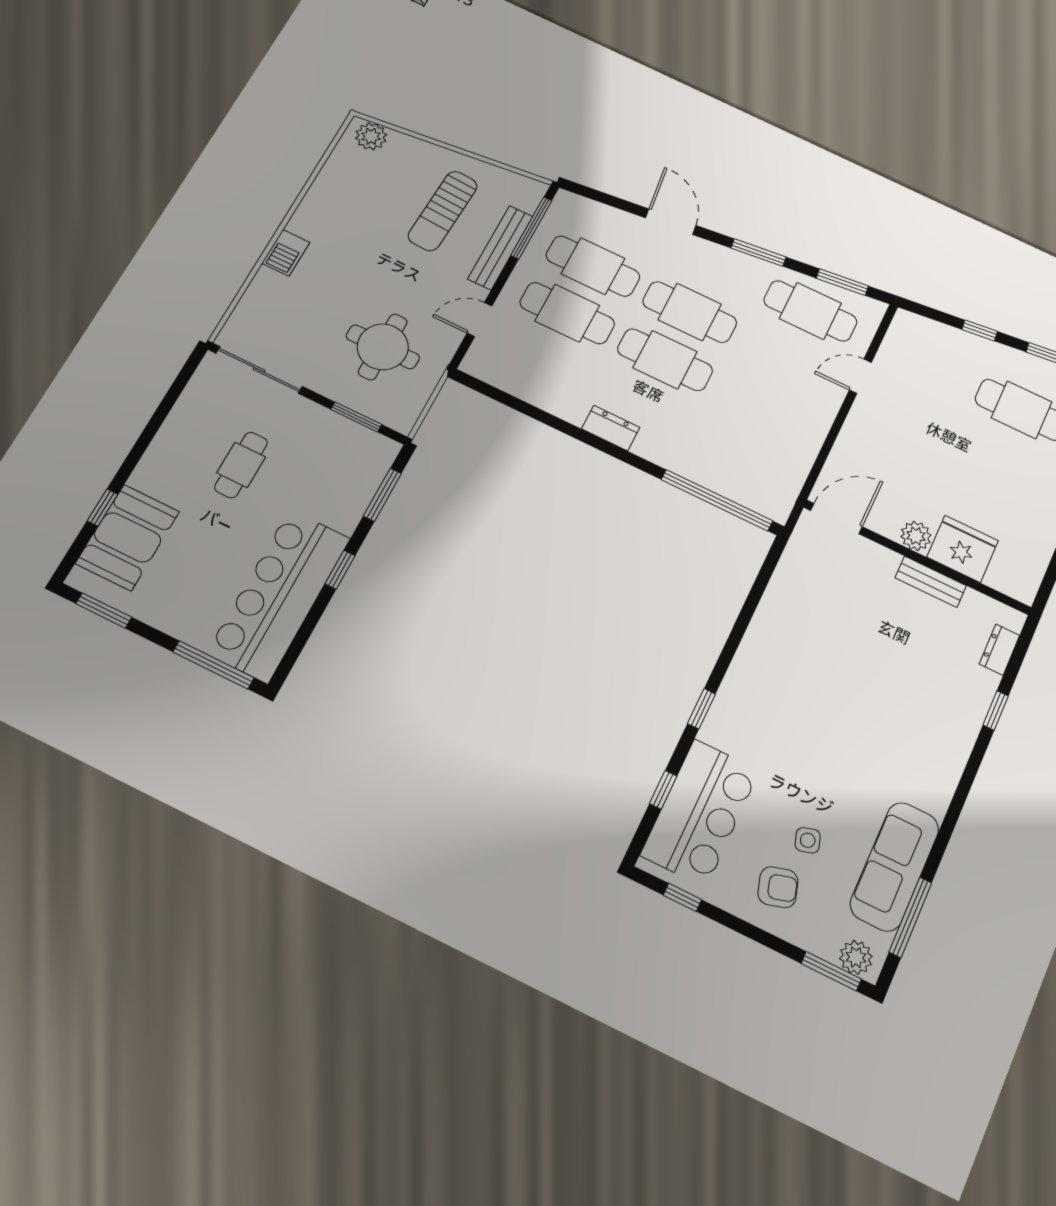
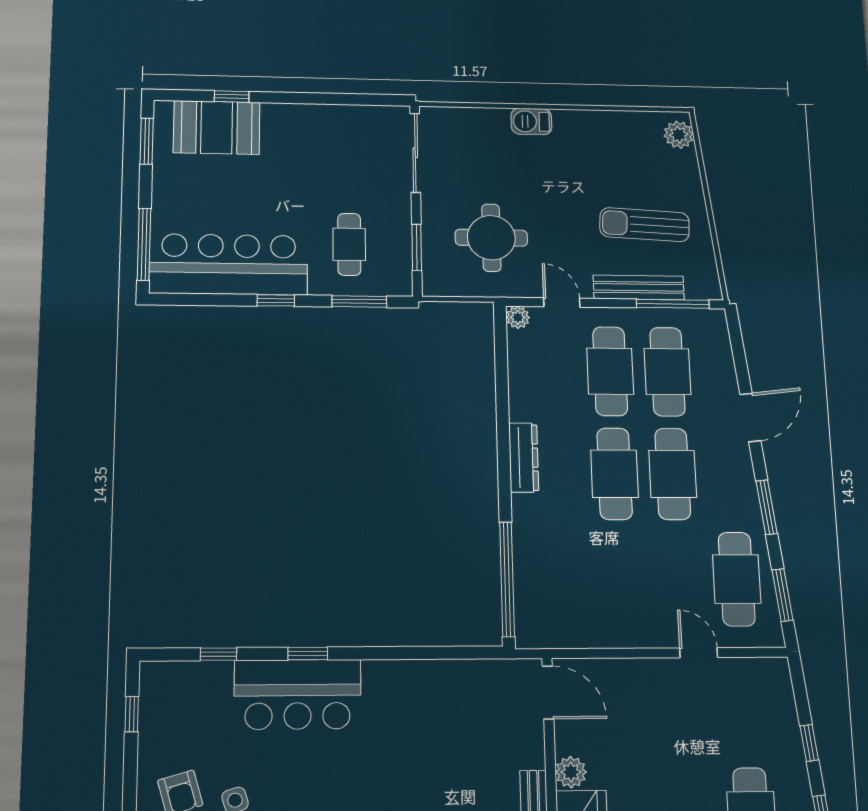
plant: (474, 364) -> (518, 317), added
dresser: (611, 428) -> (524, 458), width x1.44
cafe table: (241, 465) -> (349, 244), moved, turned 90
bar counter: (700, 813) -> (298, 694), moved

